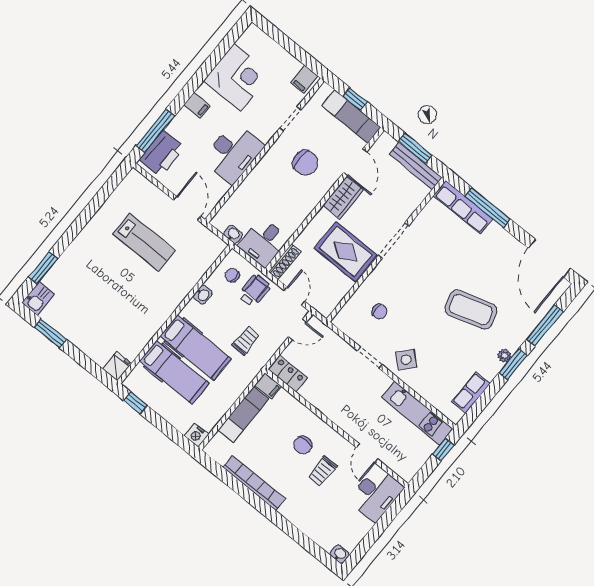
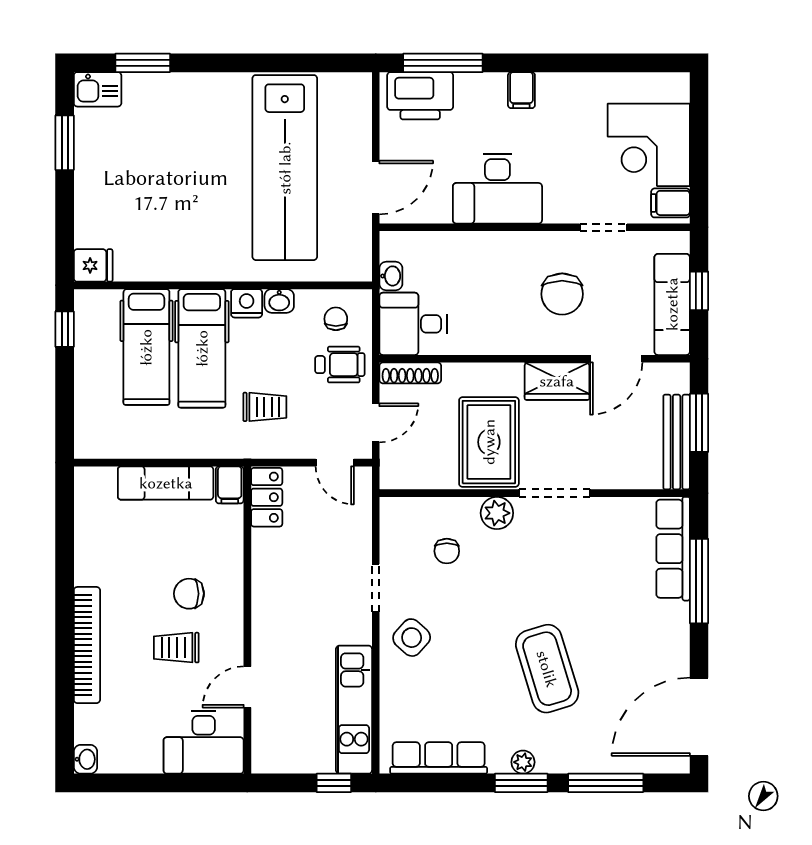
corner desk: (237, 77) -> (649, 145), moved, turned 90
lab bench: (144, 242) -> (285, 168), width x1.86, depth x1.39
plant: (381, 274) -> (497, 513), added
row of seats: (471, 393) -> (439, 758), width x1.48
nightstand: (196, 435) -> (247, 303), moved, turned 90
bookcase: (254, 483) -> (87, 645), moved

